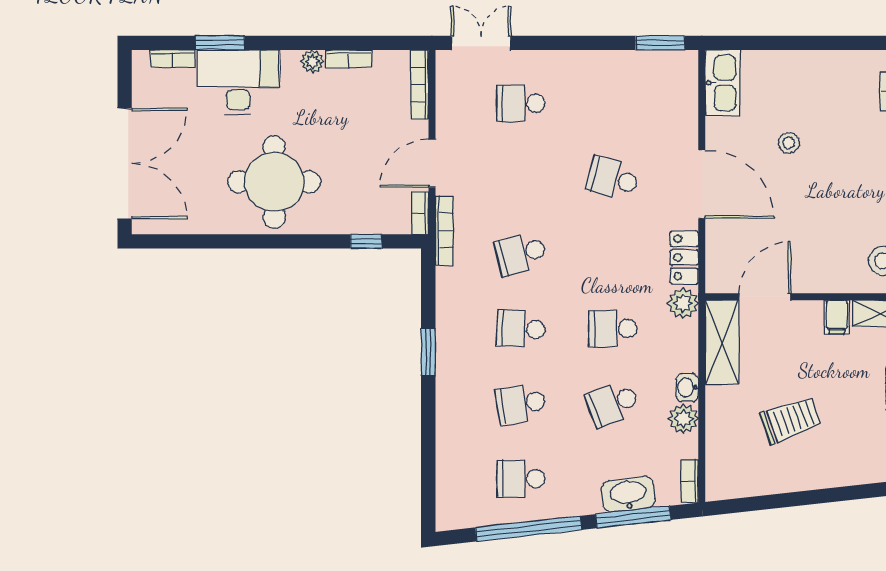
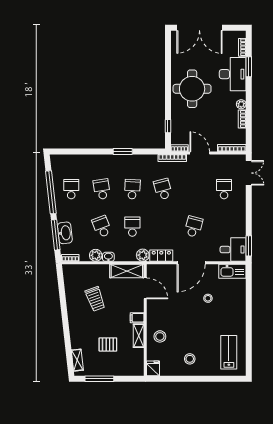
desk: (669, 81) -> (233, 250), added

